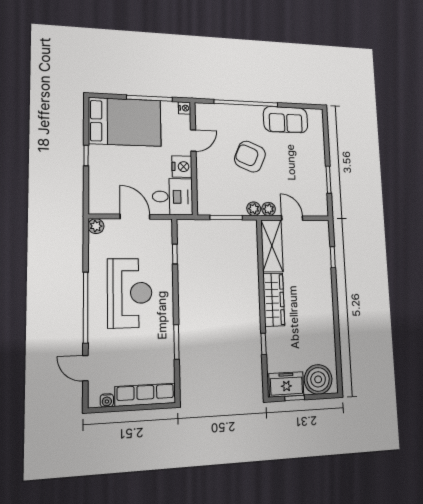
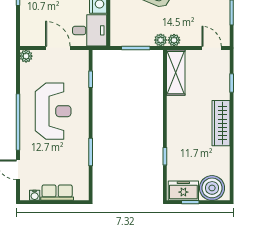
door: (292, 218) -> (212, 48), moved
wardrobe: (274, 300) -> (221, 123), moved, turned 180
row of seats: (145, 395) -> (57, 193), width x0.68

